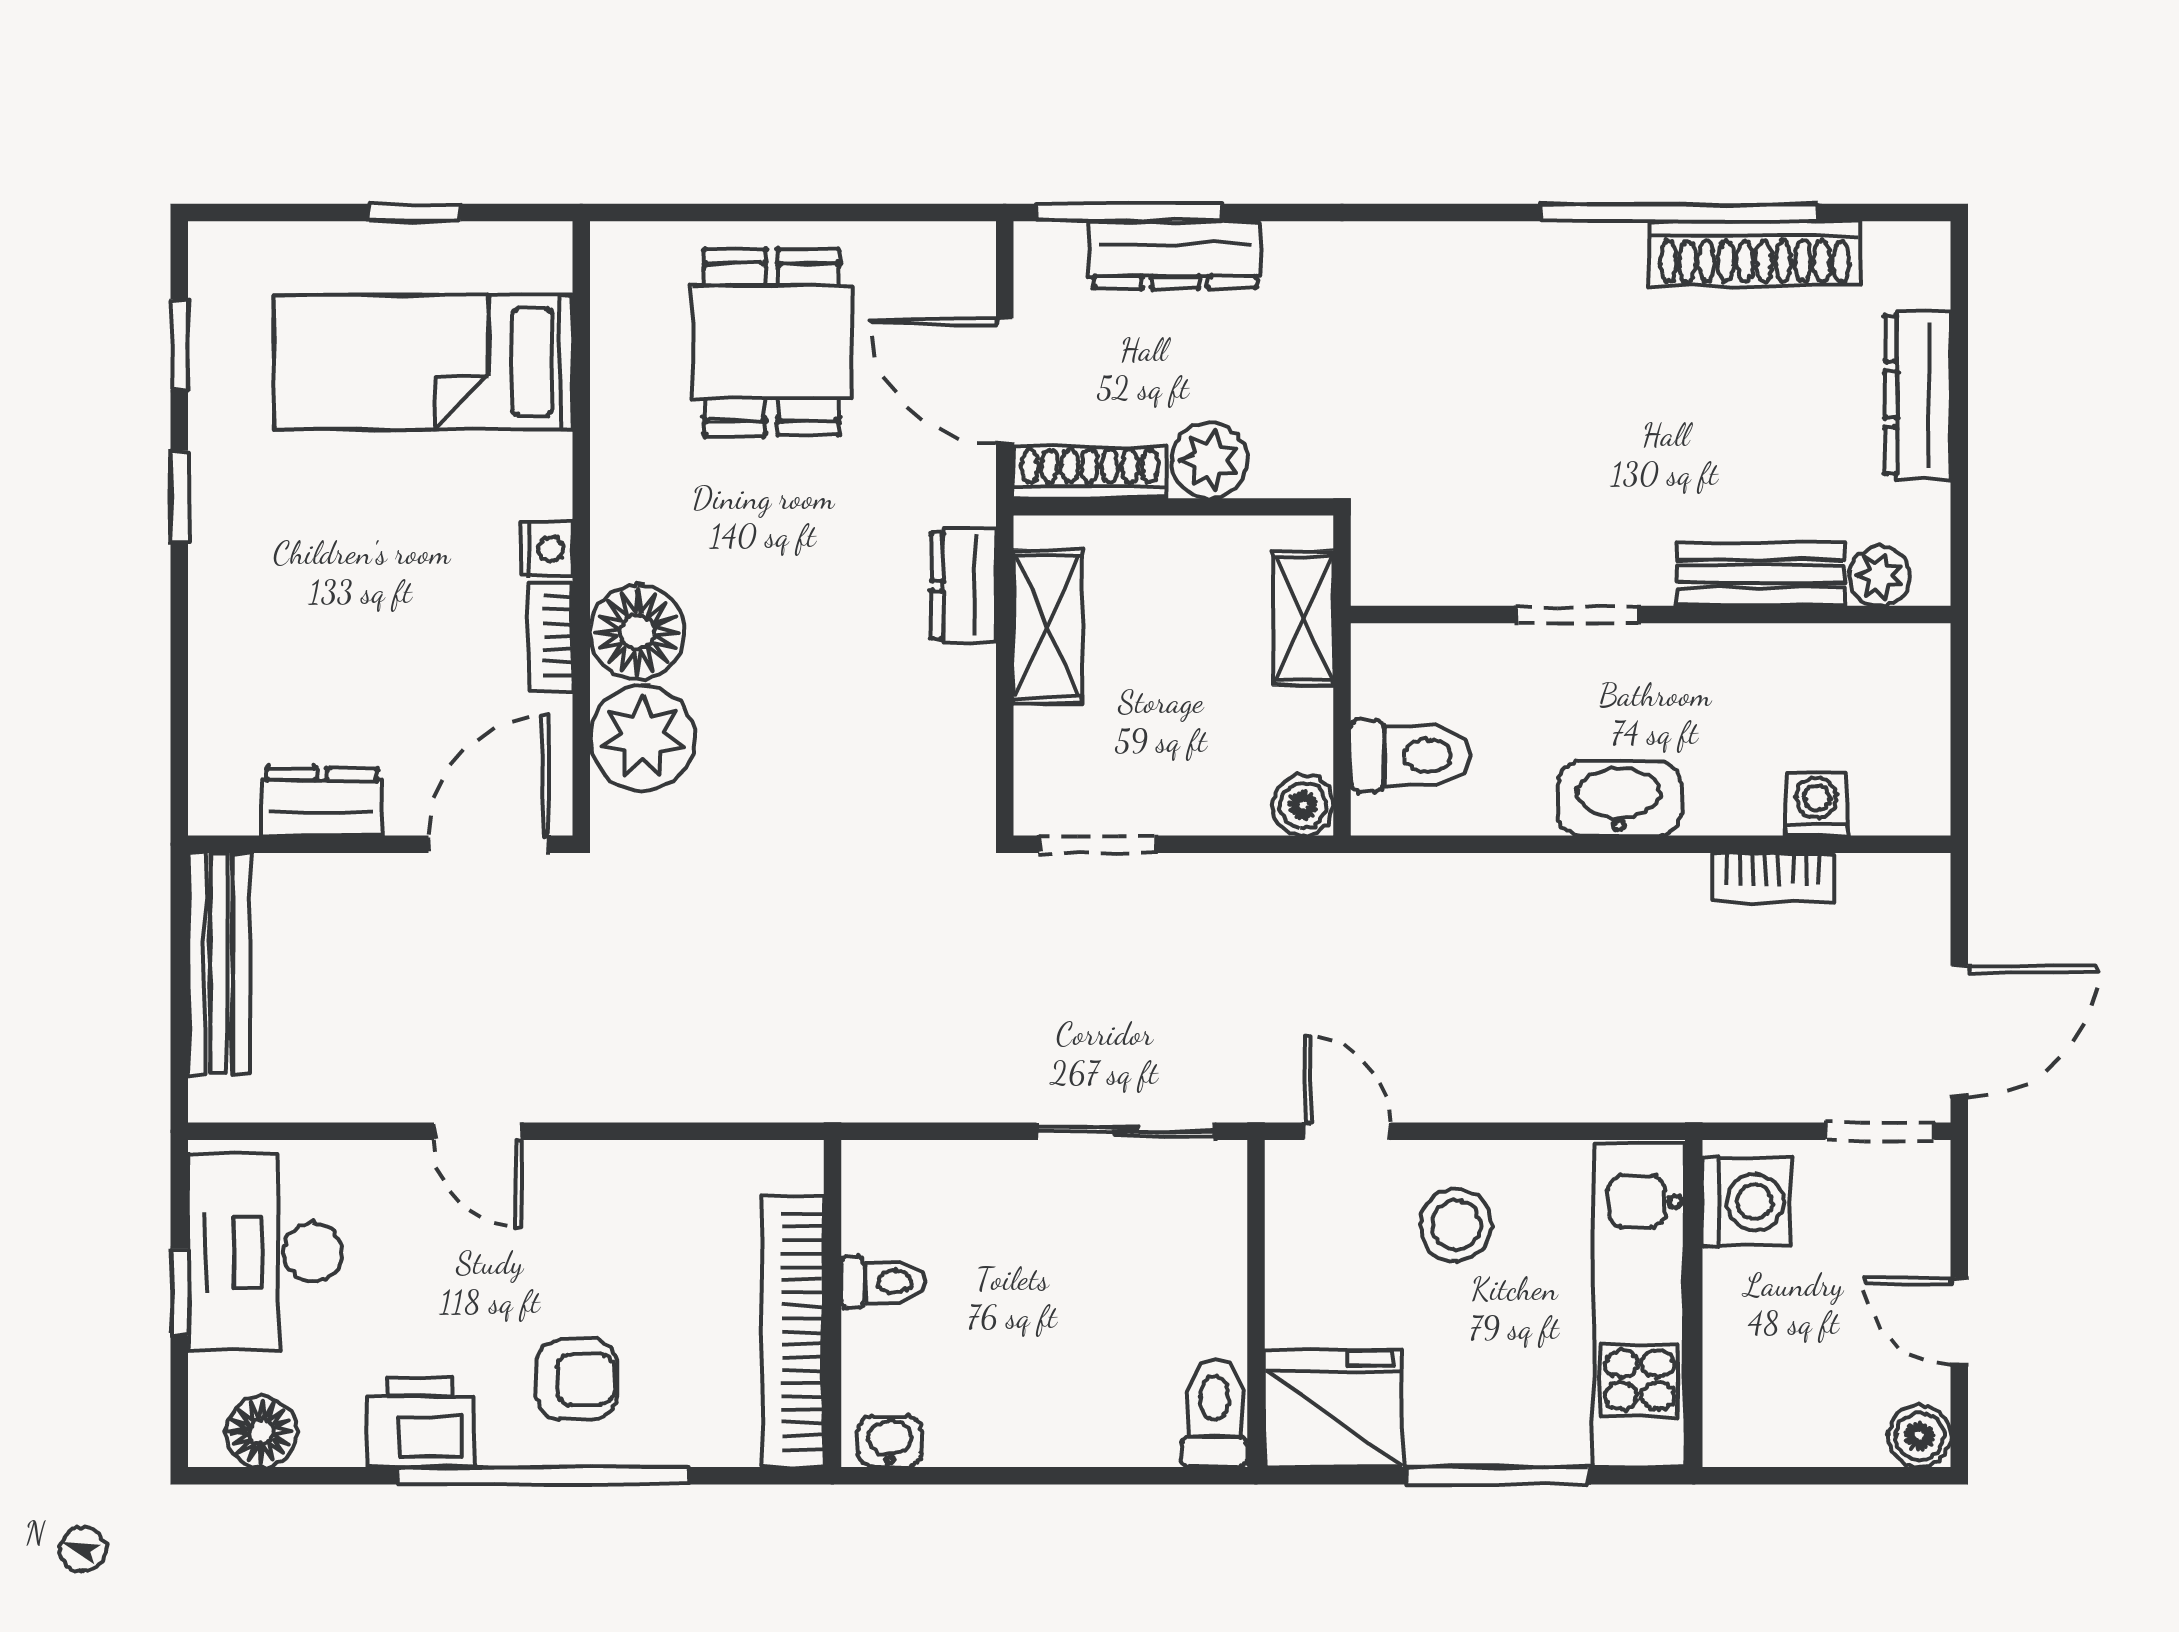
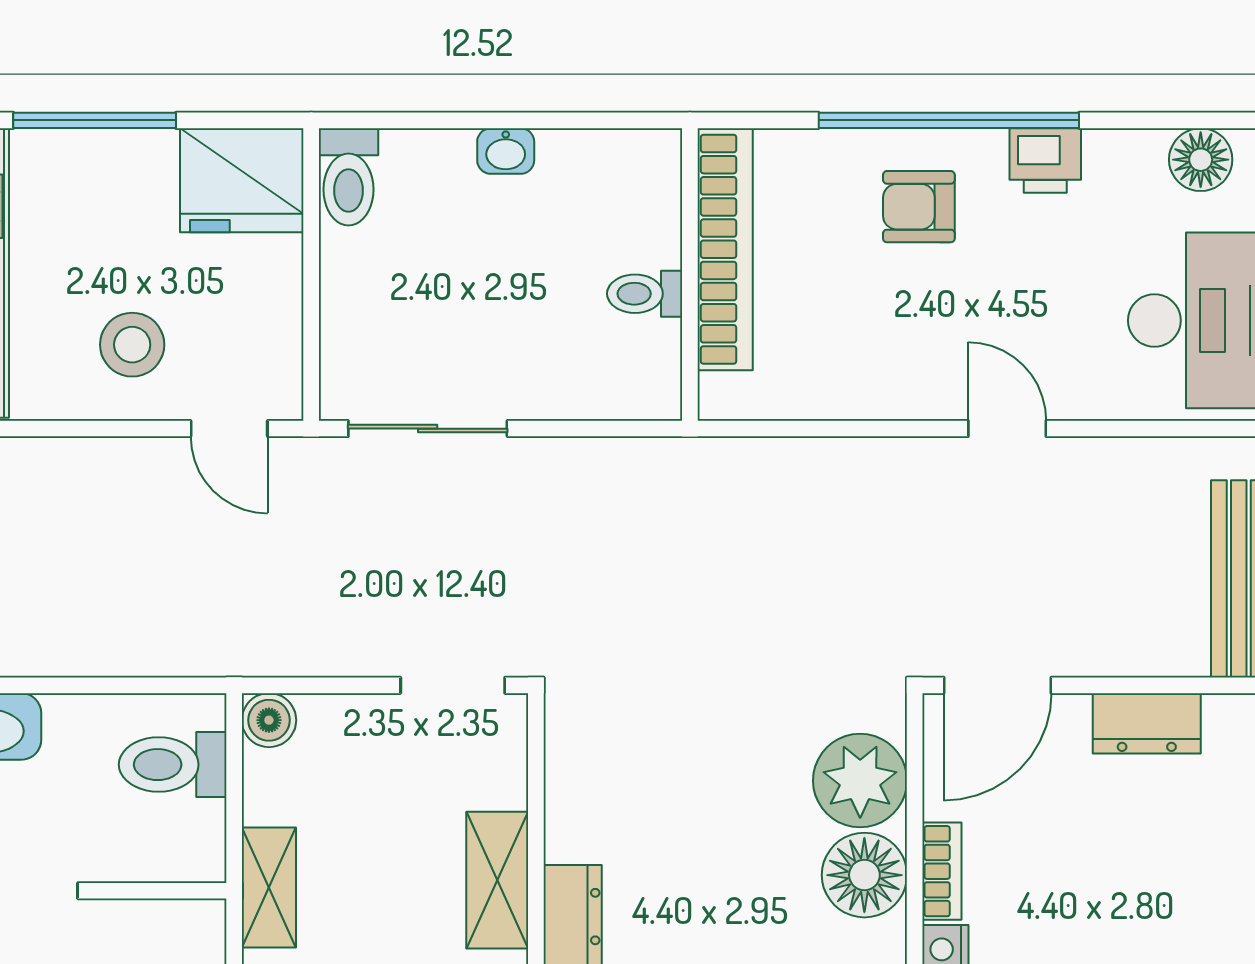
printer: (421, 1422) -> (1045, 160), width x0.73, depth x0.81
washbasin: (890, 1442) -> (506, 151), moved

